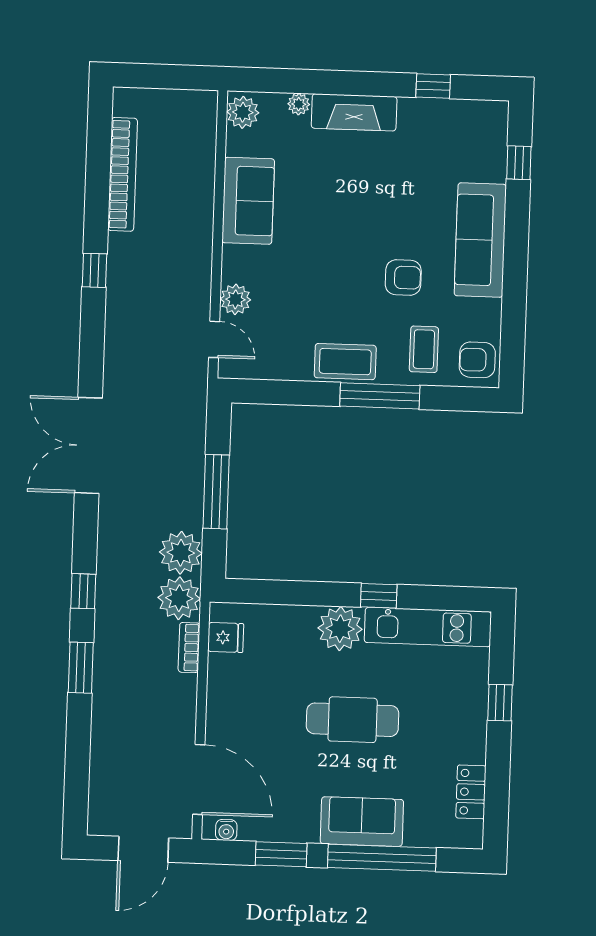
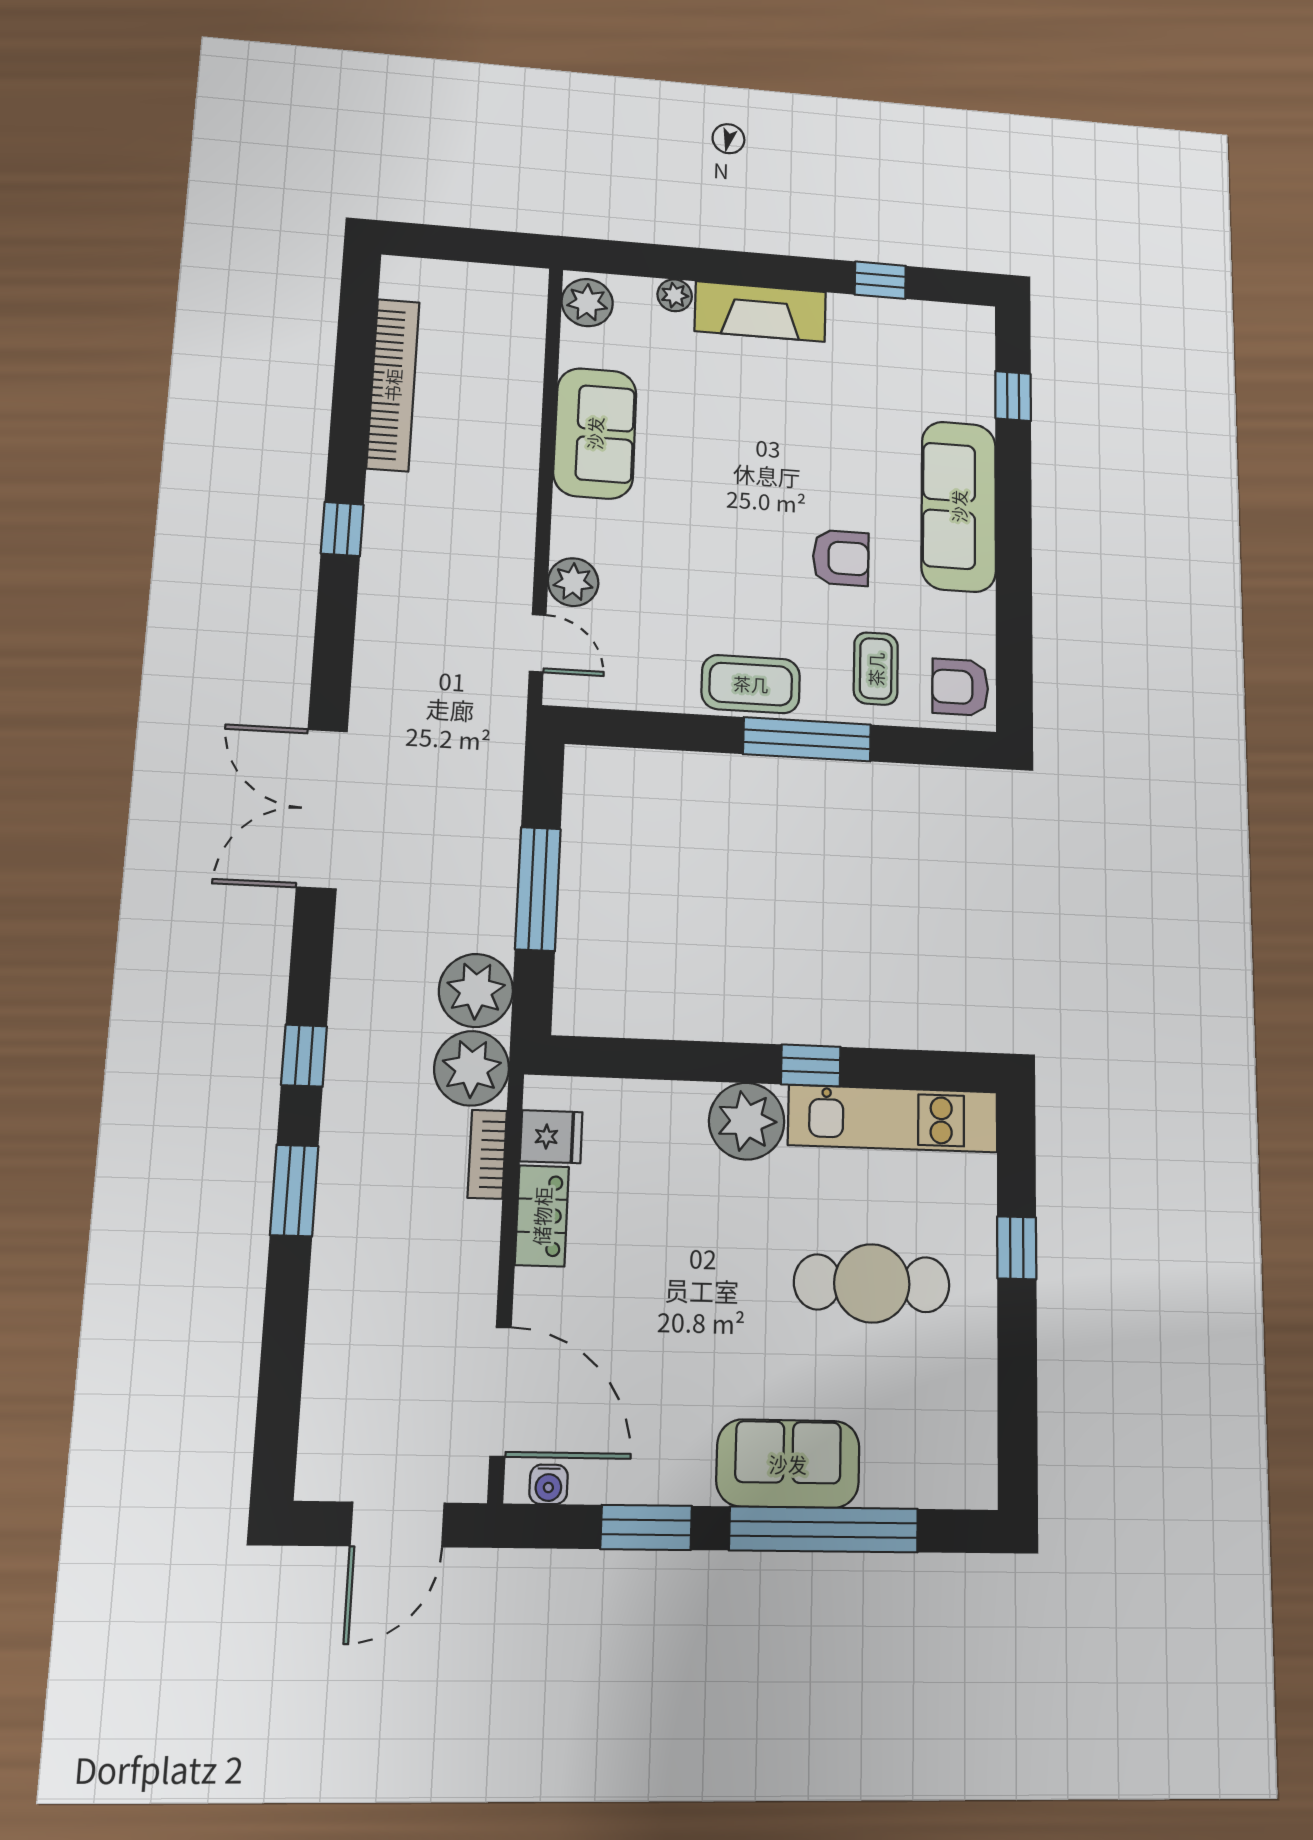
cafe table: (353, 720) -> (872, 1283), moved
locker: (471, 792) -> (542, 1216), moved, turned 180

